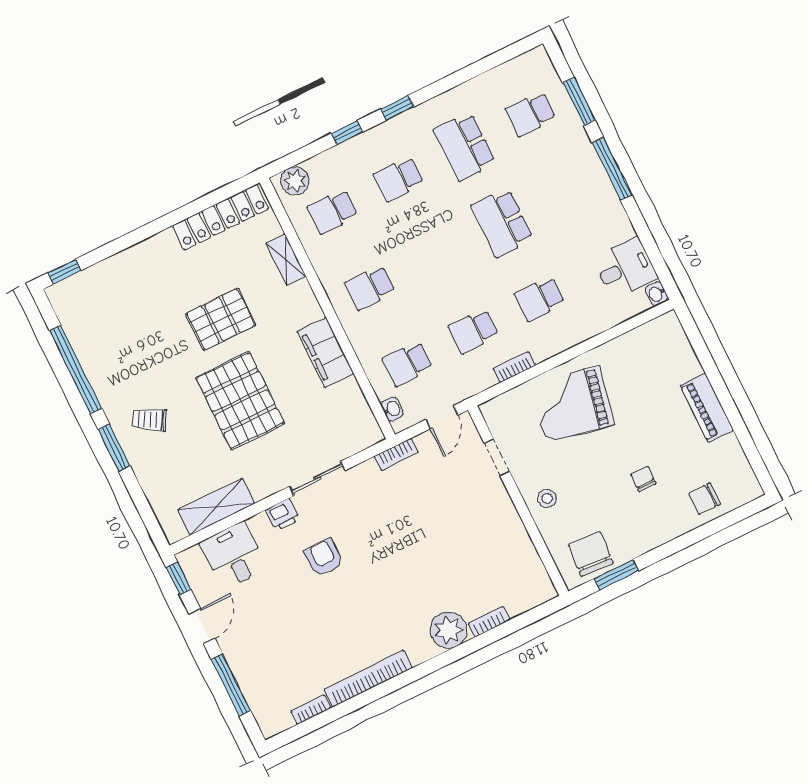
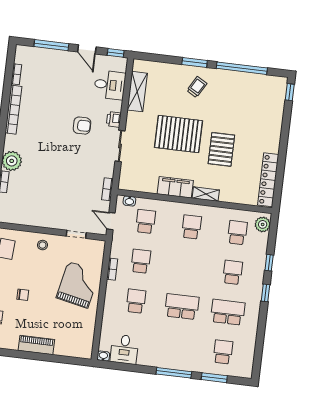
shelving: (286, 260) -> (206, 194), moved

